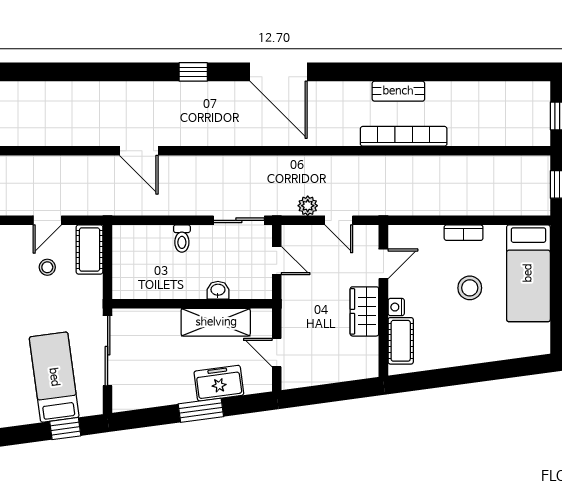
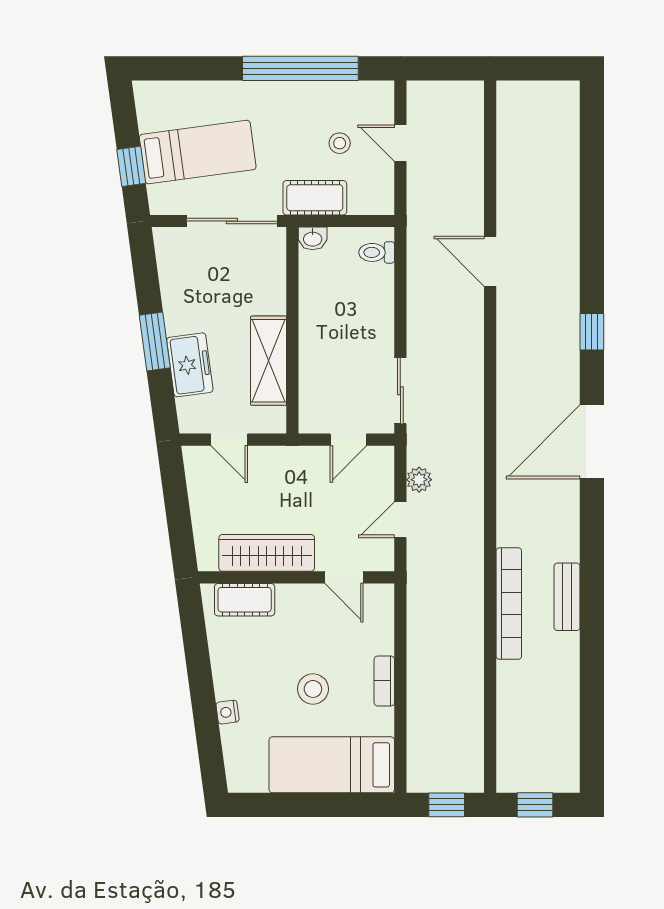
door: (139, 151) -> (490, 261), hinge flipped
toilet: (182, 239) -> (377, 252), moved
cot: (90, 249) -> (315, 198), moved
washbasin: (218, 290) -> (313, 238), moved, turned 90
nightstand: (396, 307) -> (228, 712), moved, turned -98
wardrobe: (364, 311) -> (267, 553), width x1.50
door: (277, 353) -> (229, 440), swing flipped

